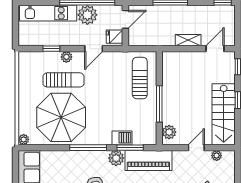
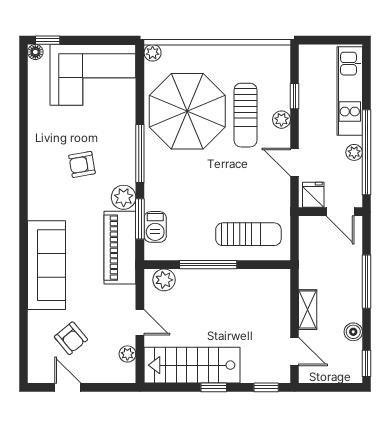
boiler: (202, 11) -> (353, 332), added
plant: (87, 15) -> (354, 152), width x0.53, depth x0.53
barbecue: (122, 138) -> (155, 227), moved

